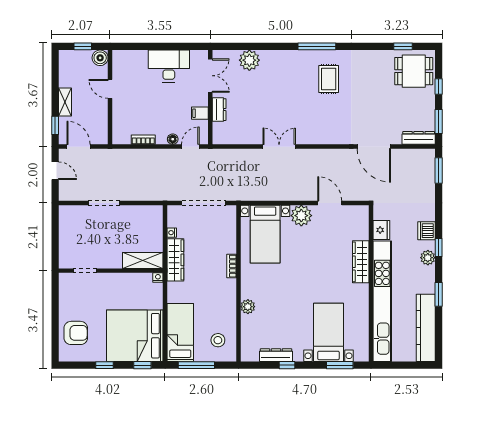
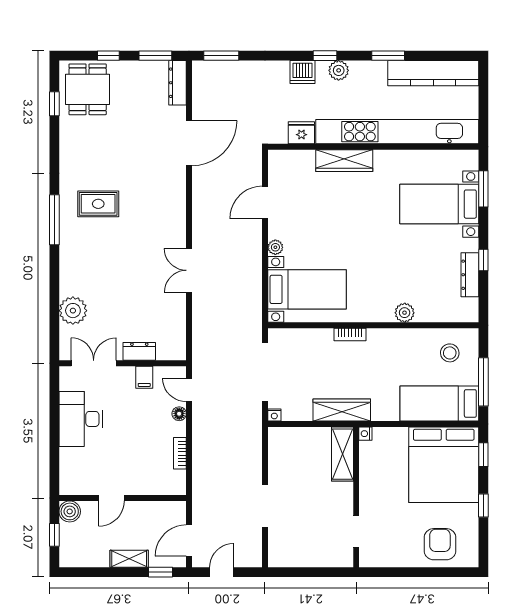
plant: (301, 216) -> (275, 247), width x0.53, depth x0.53
nightstand: (172, 233) -> (274, 415), moved

